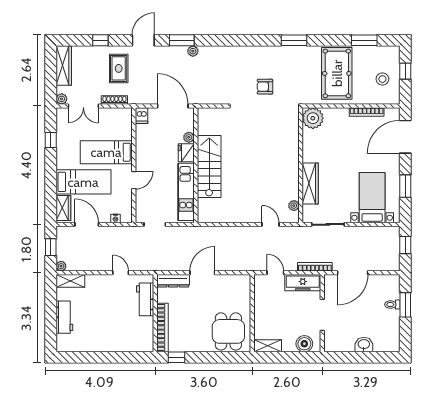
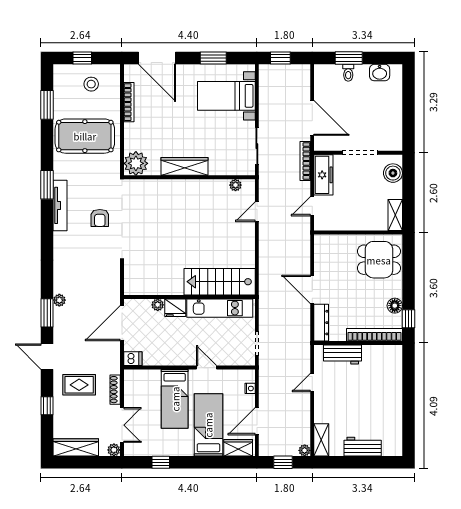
tv unit: (276, 52) -> (60, 205), added
stairs: (209, 167) -> (220, 282), moved
wardrobe: (310, 184) -> (185, 166), moved
floor lamp: (188, 345) -> (395, 306), added
washbasin: (364, 345) -> (380, 73), moved, turned -90

